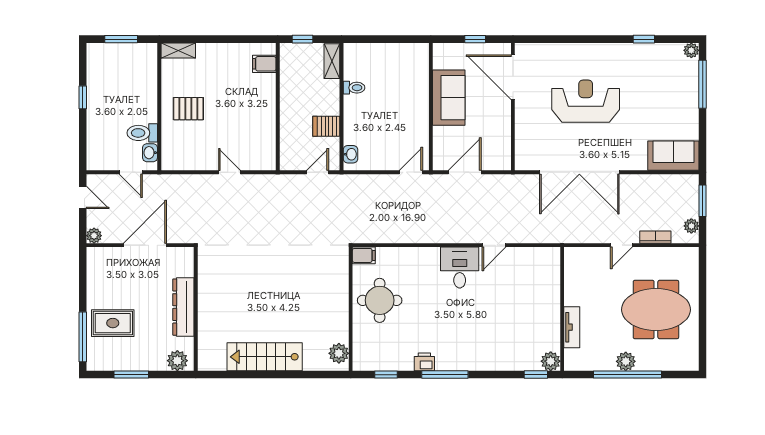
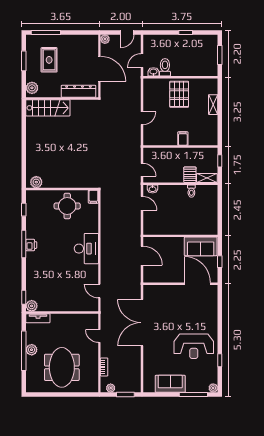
shelving: (178, 50) -> (213, 105), moved
filing cabinet: (264, 64) -> (183, 139), moved
door: (513, 77) -> (197, 284), hinge flipped
sofa: (449, 98) -> (201, 246), moved
reception desk: (586, 101) -> (194, 346), moved, turned 90
pallet: (188, 109) -> (179, 94), width x1.50, depth x1.42
server rack: (326, 126) -> (190, 175), moved
sofa: (673, 156) -> (170, 384), moved, turned -90
door: (411, 172) -> (142, 203), moved
door: (494, 245) -> (99, 291), moved
door: (621, 245) -> (99, 336), moved
desk: (460, 268) -> (86, 249), width x1.37
dresser: (183, 307) -> (78, 91), moved
rug: (113, 323) -> (49, 60), moved
tv unit: (572, 327) -> (38, 318), moved
stairs: (265, 357) -> (48, 108), moved, turned 90
printer: (424, 362) -> (31, 245), moved

